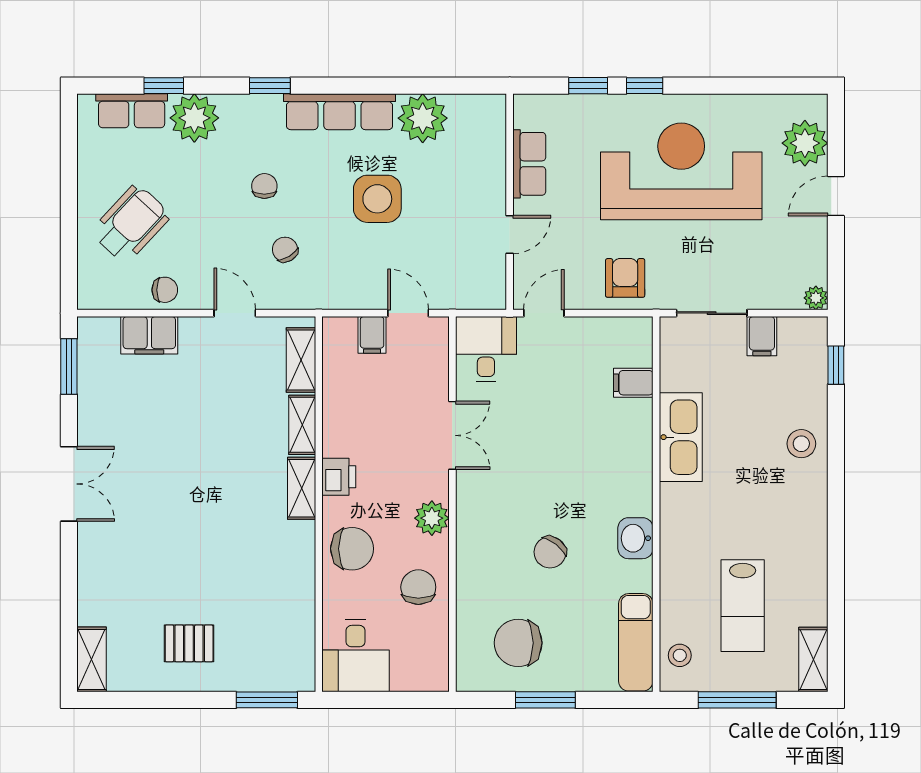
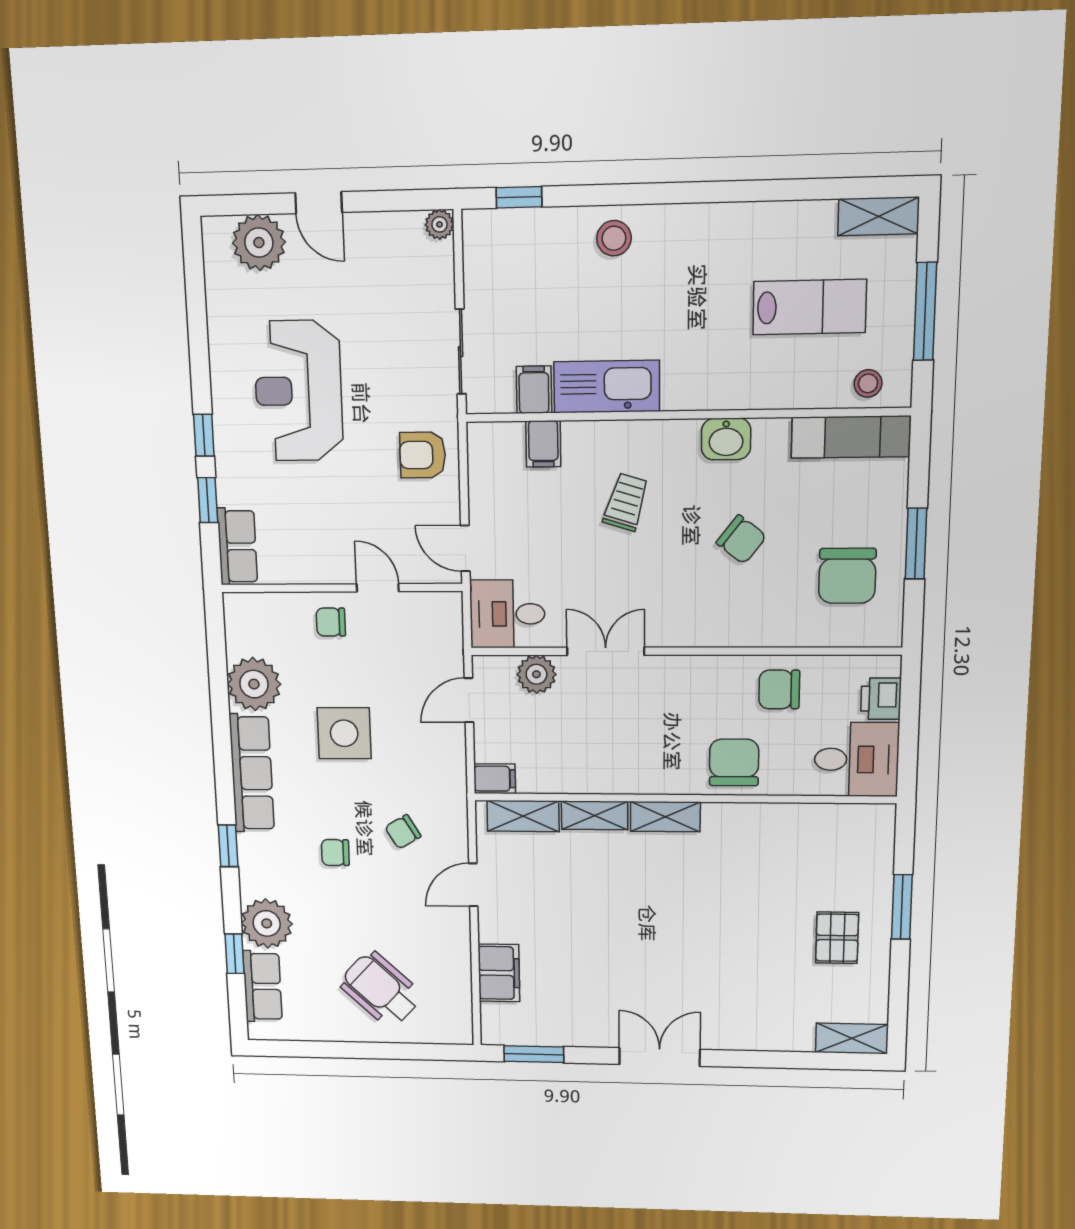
row of seats: (529, 164) -> (237, 546), moved, turned 90
reception desk: (681, 171) -> (298, 391), width x0.74, depth x0.77
chair: (165, 290) -> (331, 622), moved, turned -90
filing cabinet: (372, 335) -> (495, 779), moved
filing cabinet: (762, 336) -> (534, 390), moved, turned -90
trolley: (583, 453) -> (626, 502), added
printer: (339, 477) -> (881, 699), moved, turned -90
plant: (432, 518) -> (536, 674), moved
window: (267, 700) -> (902, 907), moved

